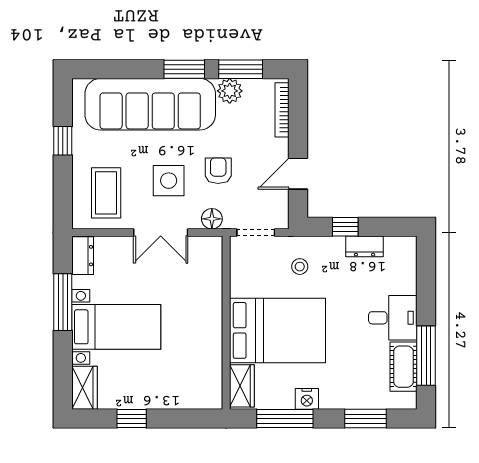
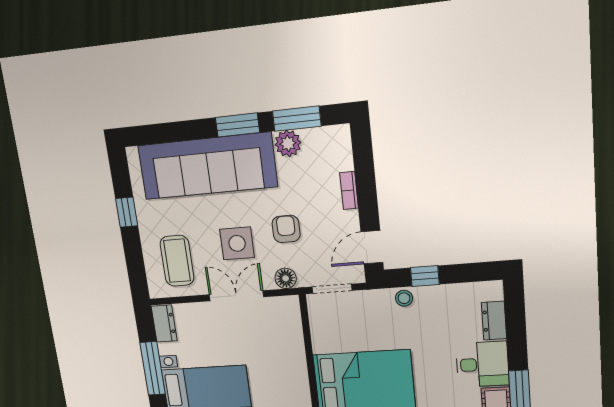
bookcase: (282, 110) -> (349, 190), moved, width x0.64
door: (298, 174) -> (372, 247), moved
double door: (161, 232) -> (236, 296), swing flipped
dresser: (365, 246) -> (494, 321), moved, turned 90
stool: (300, 267) -> (404, 298), moved

